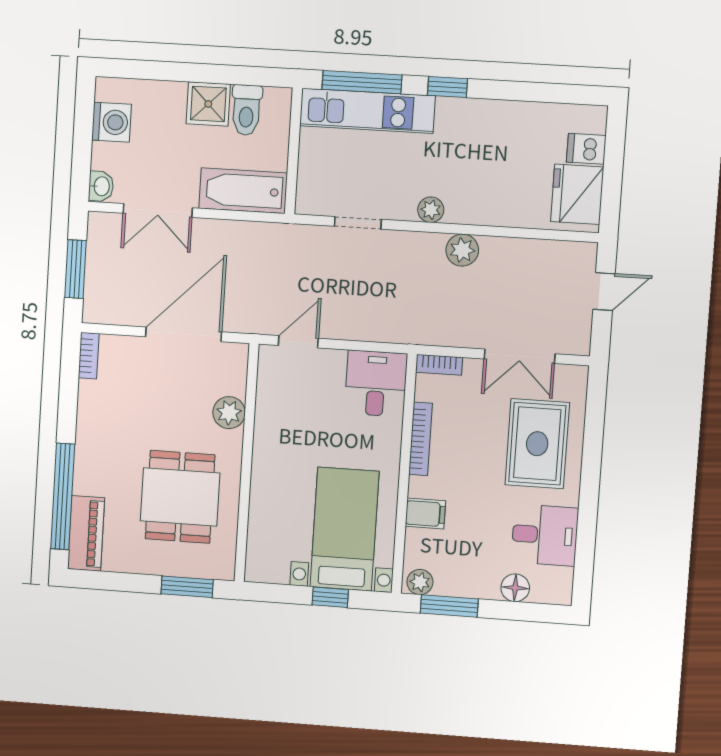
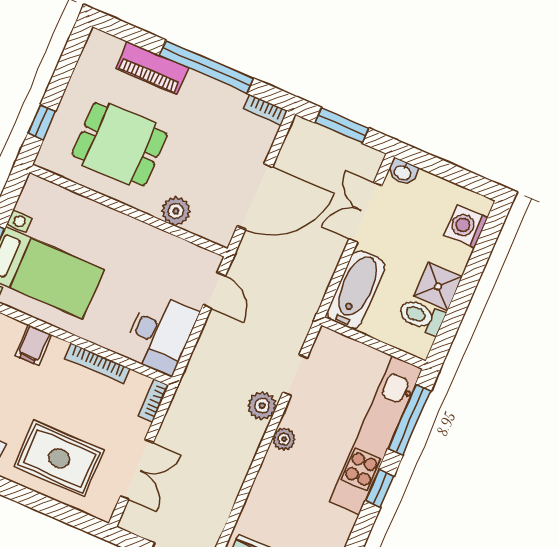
kitchen unit: (367, 111) -> (376, 435), width x1.36
washing machine: (112, 122) -> (466, 226), moved, turned 90
plant: (462, 250) -> (262, 406), moved
door: (184, 334) -> (255, 197), hinge flipped
double door: (520, 356) -> (137, 469), swing flipped
desk: (376, 384) -> (160, 334), width x1.37
window: (63, 496) -> (206, 67), moved
piano: (86, 533) -> (152, 68), moved
window: (187, 587) -> (42, 123), width x0.67

